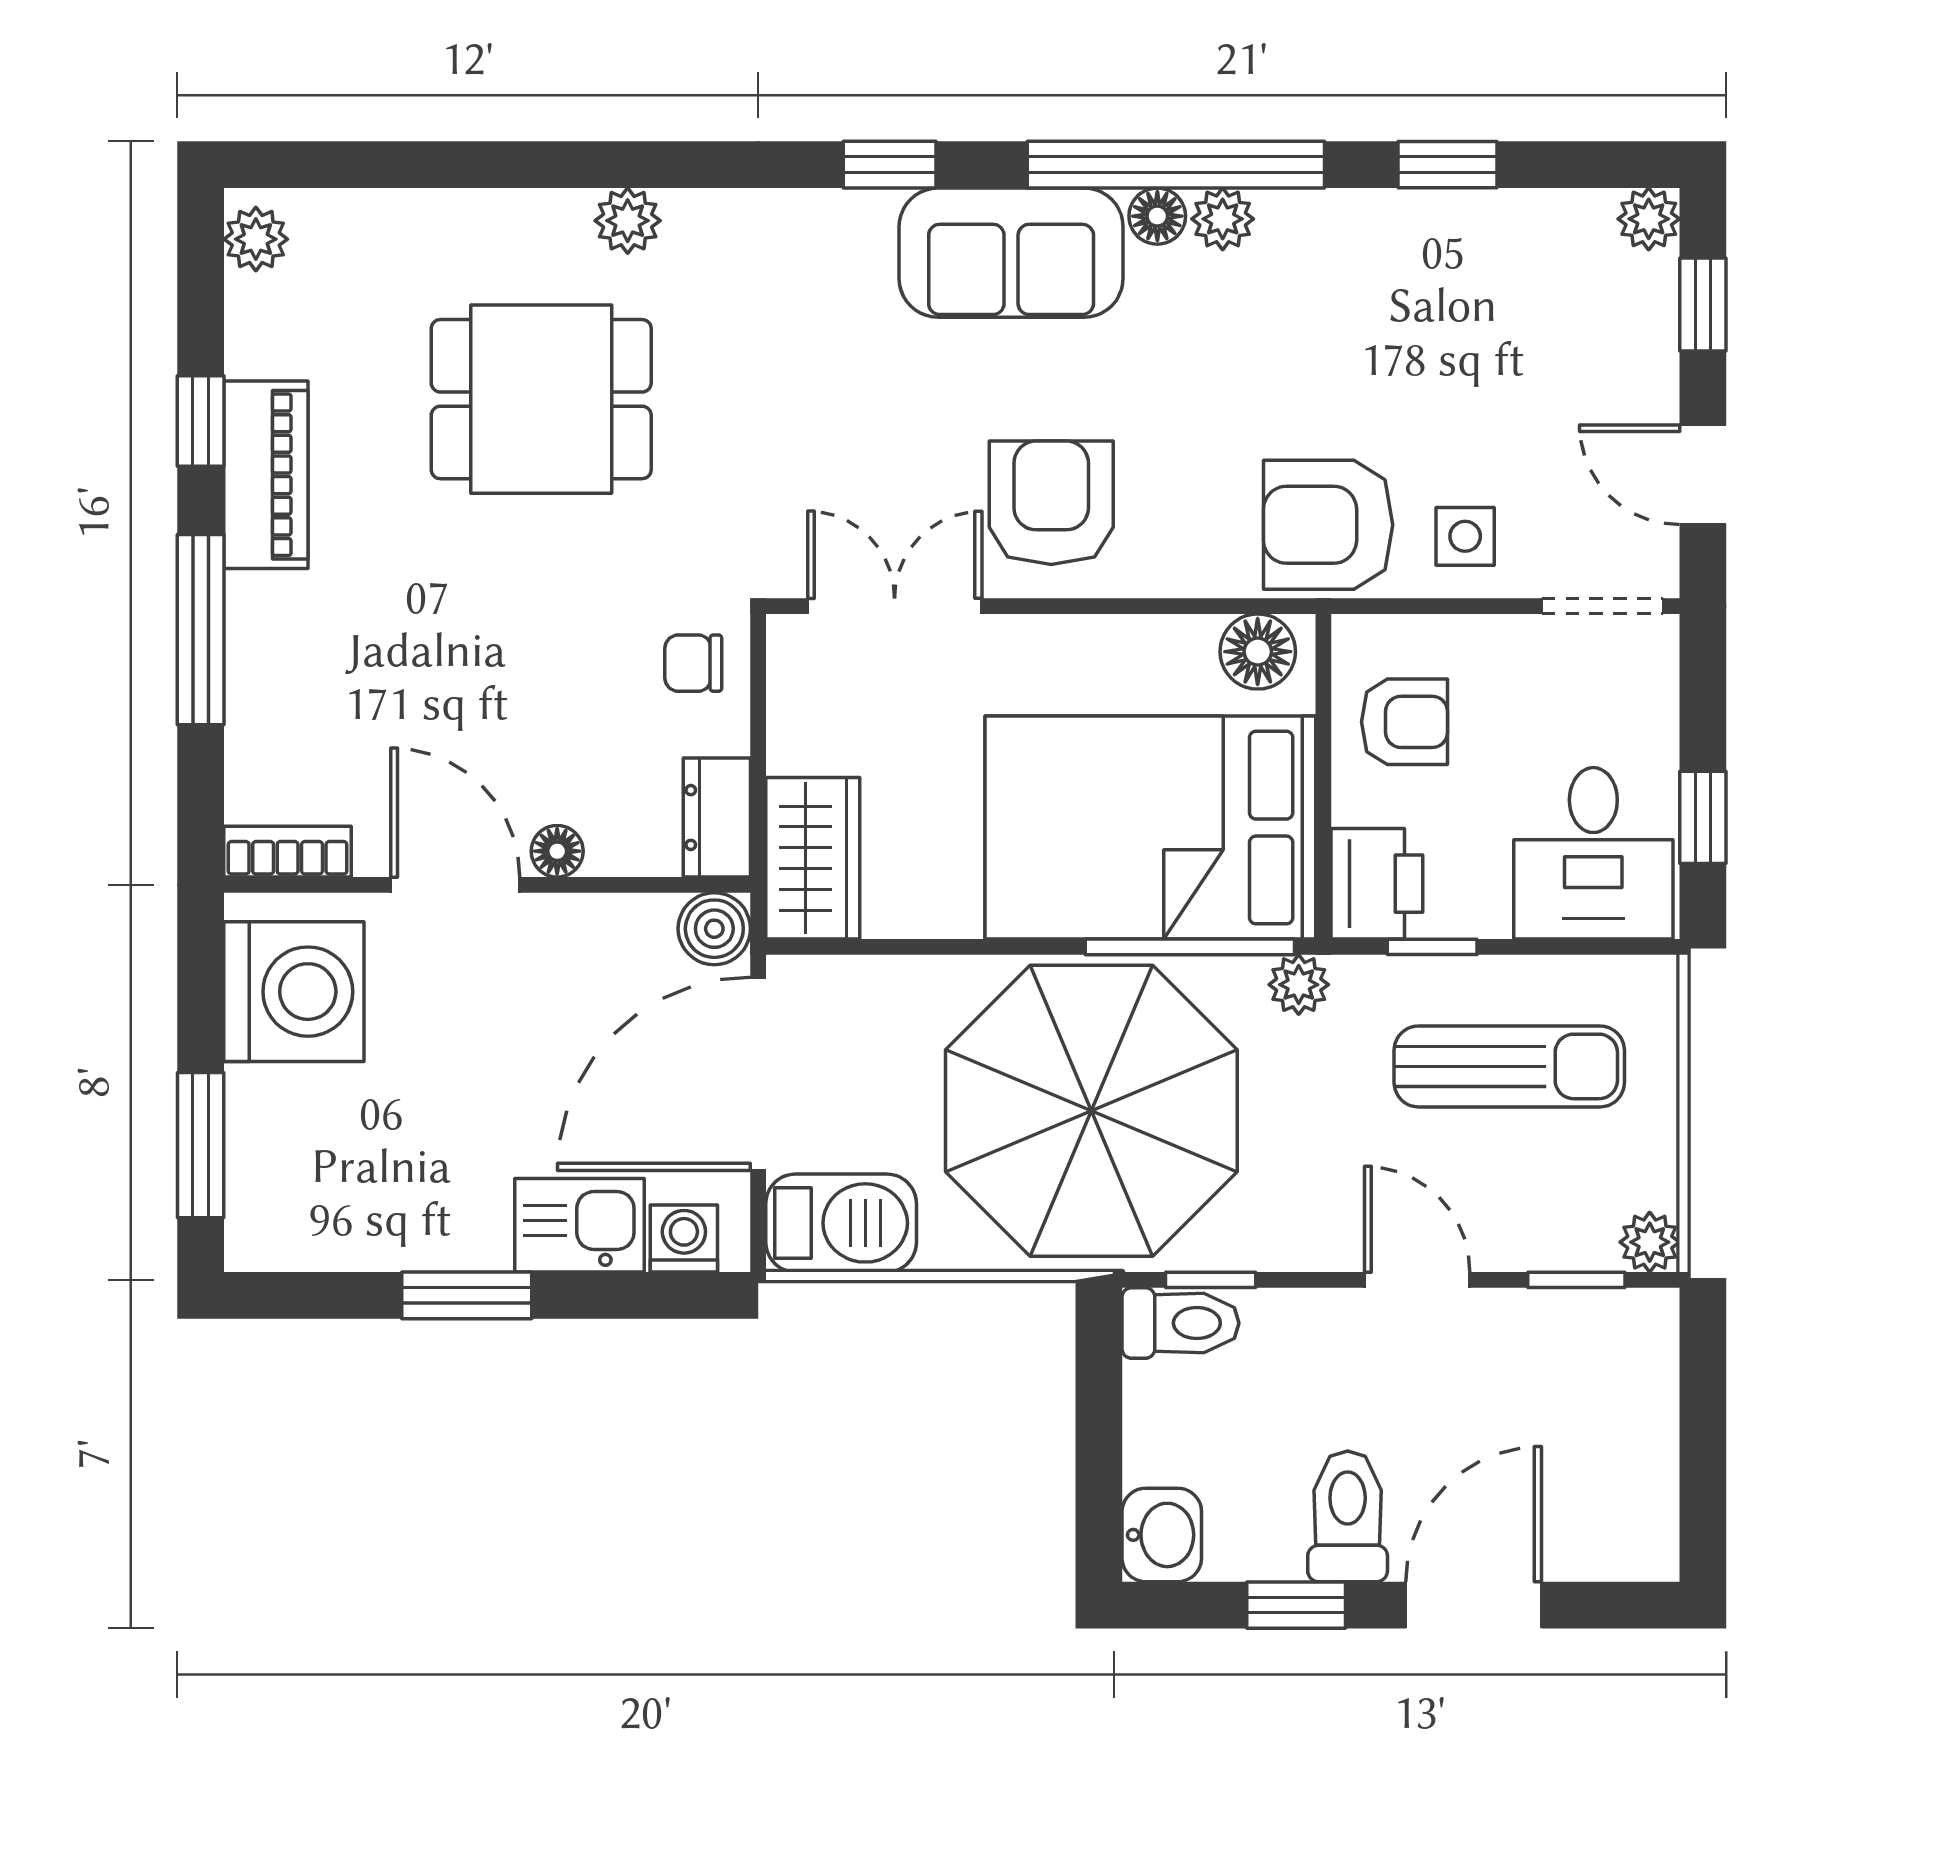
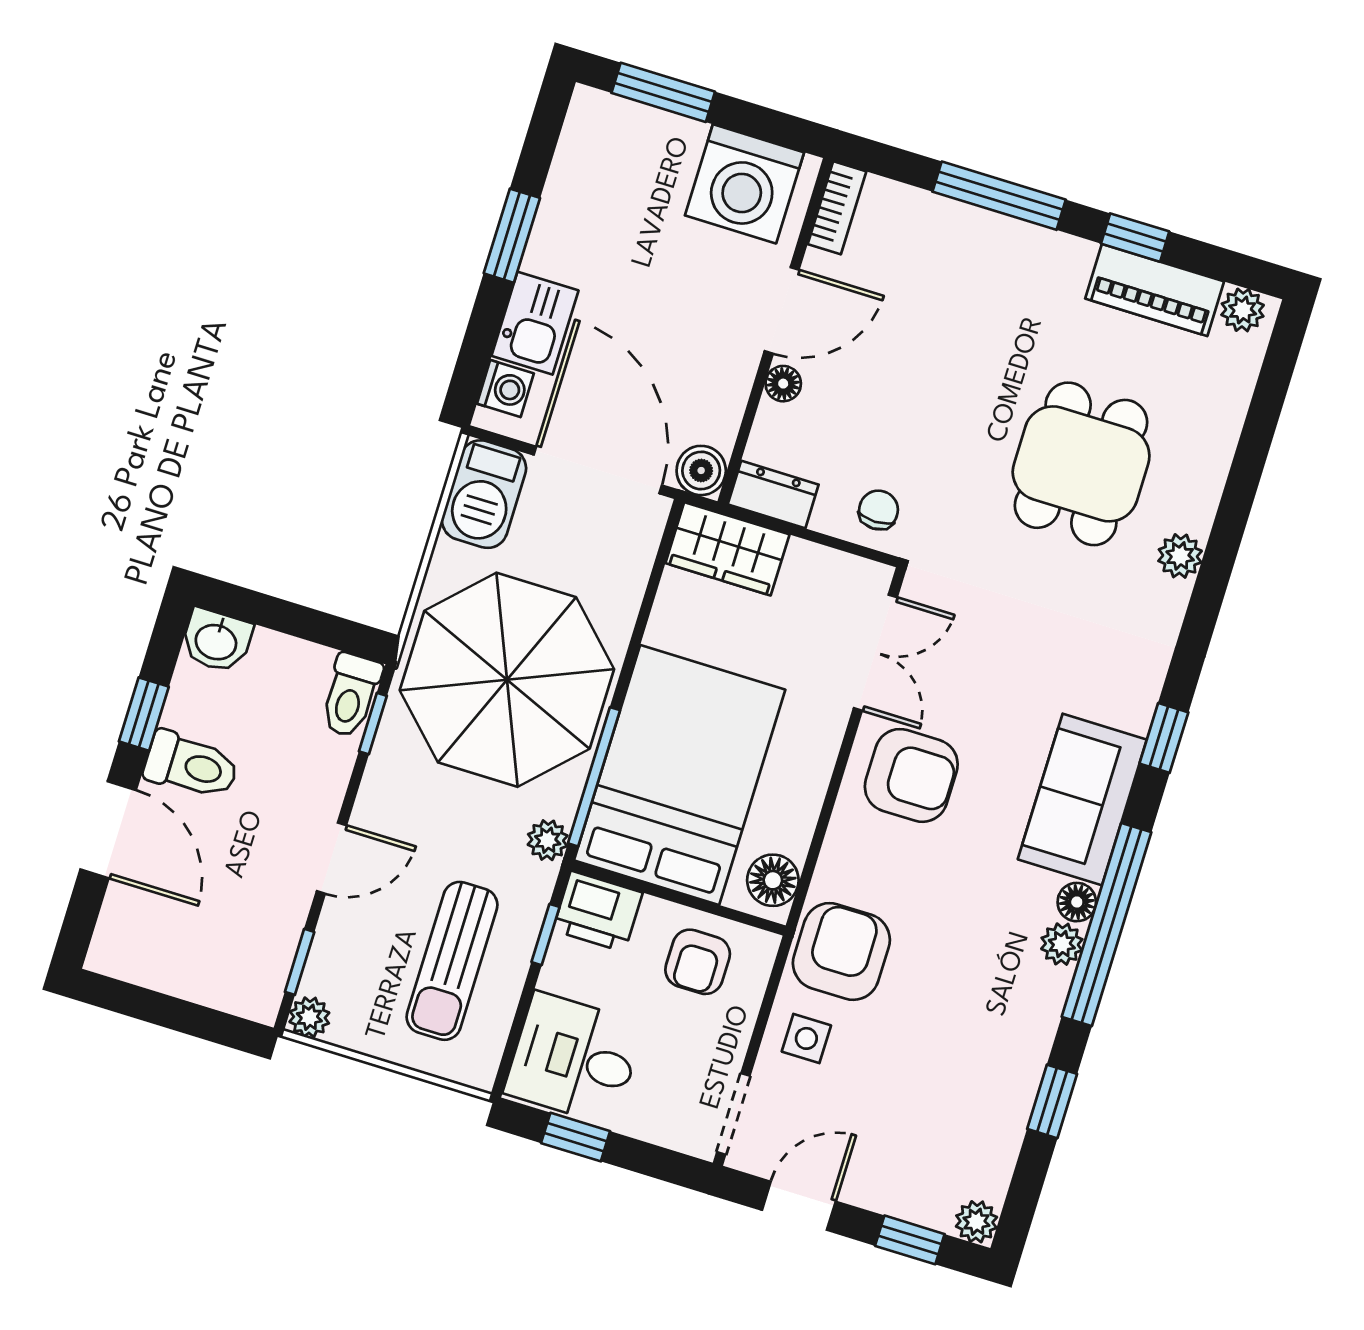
piano: (266, 475) -> (1155, 290), moved

